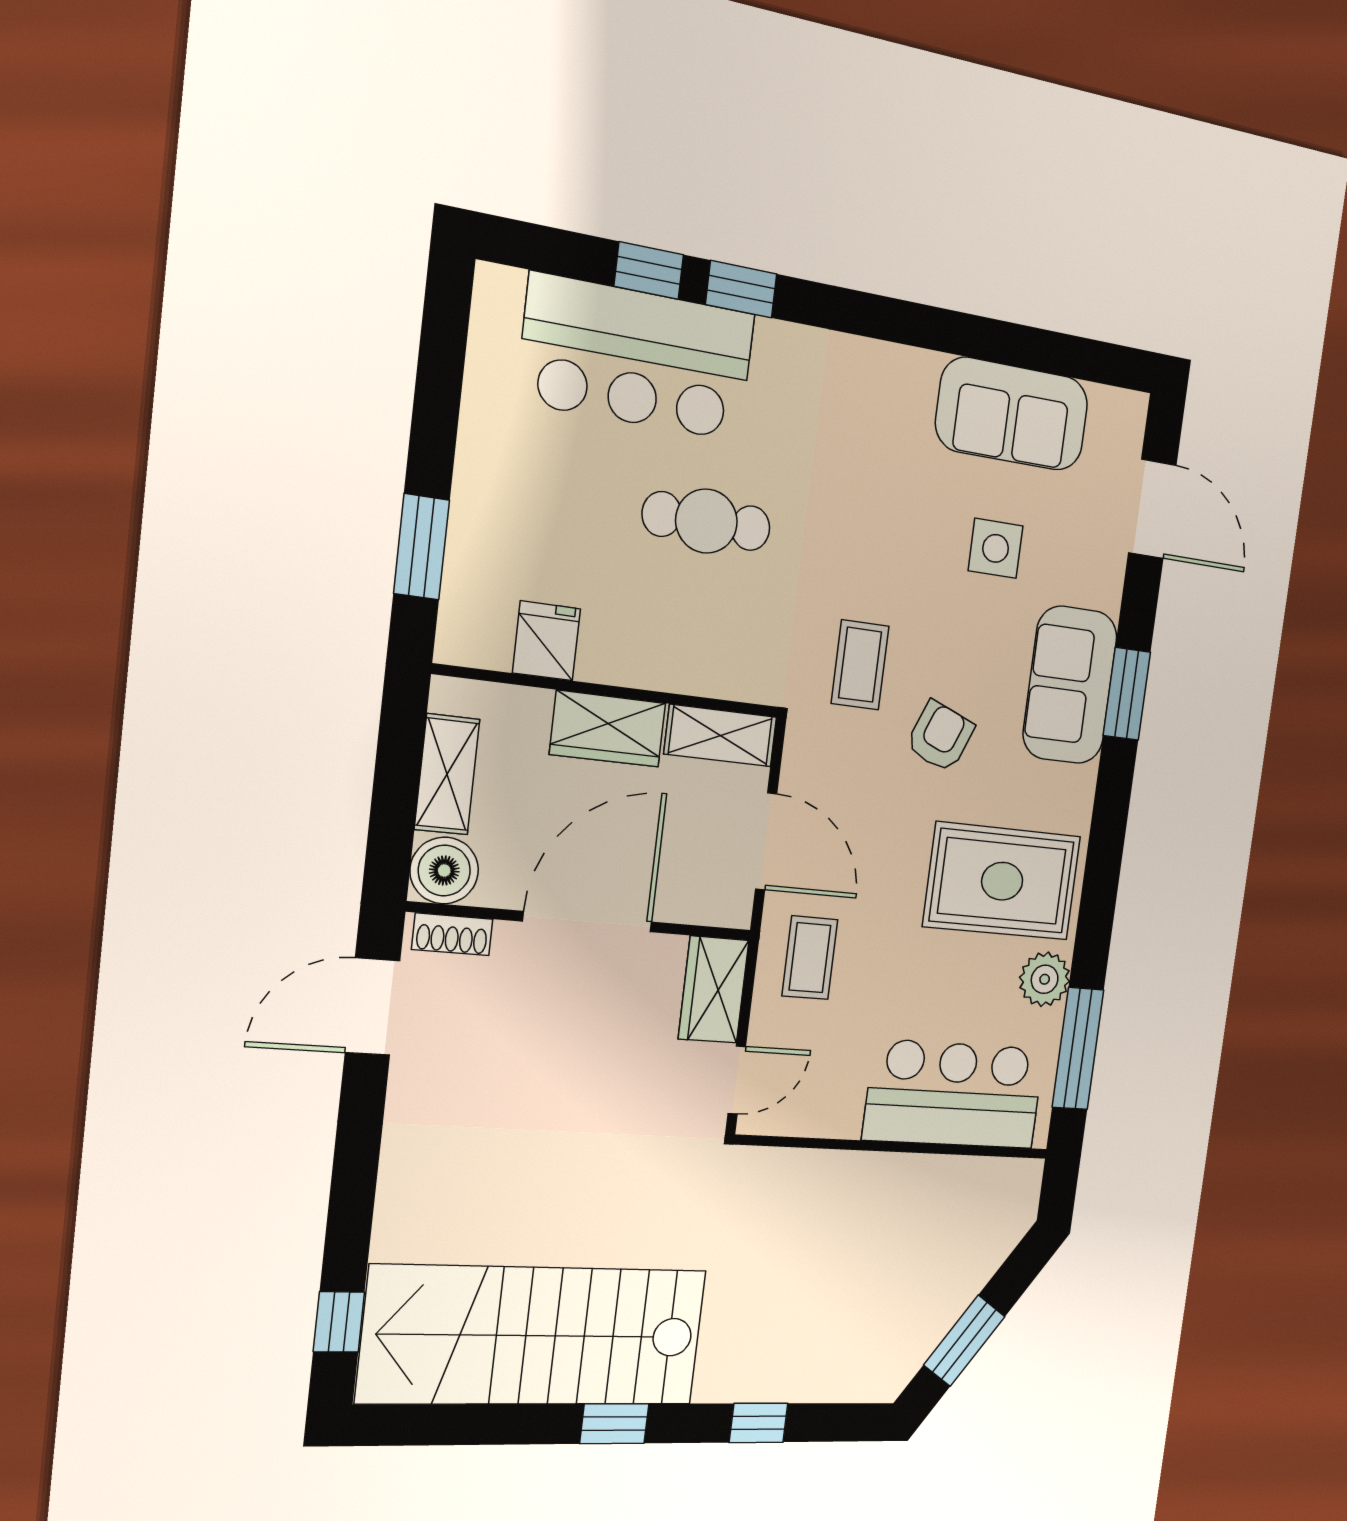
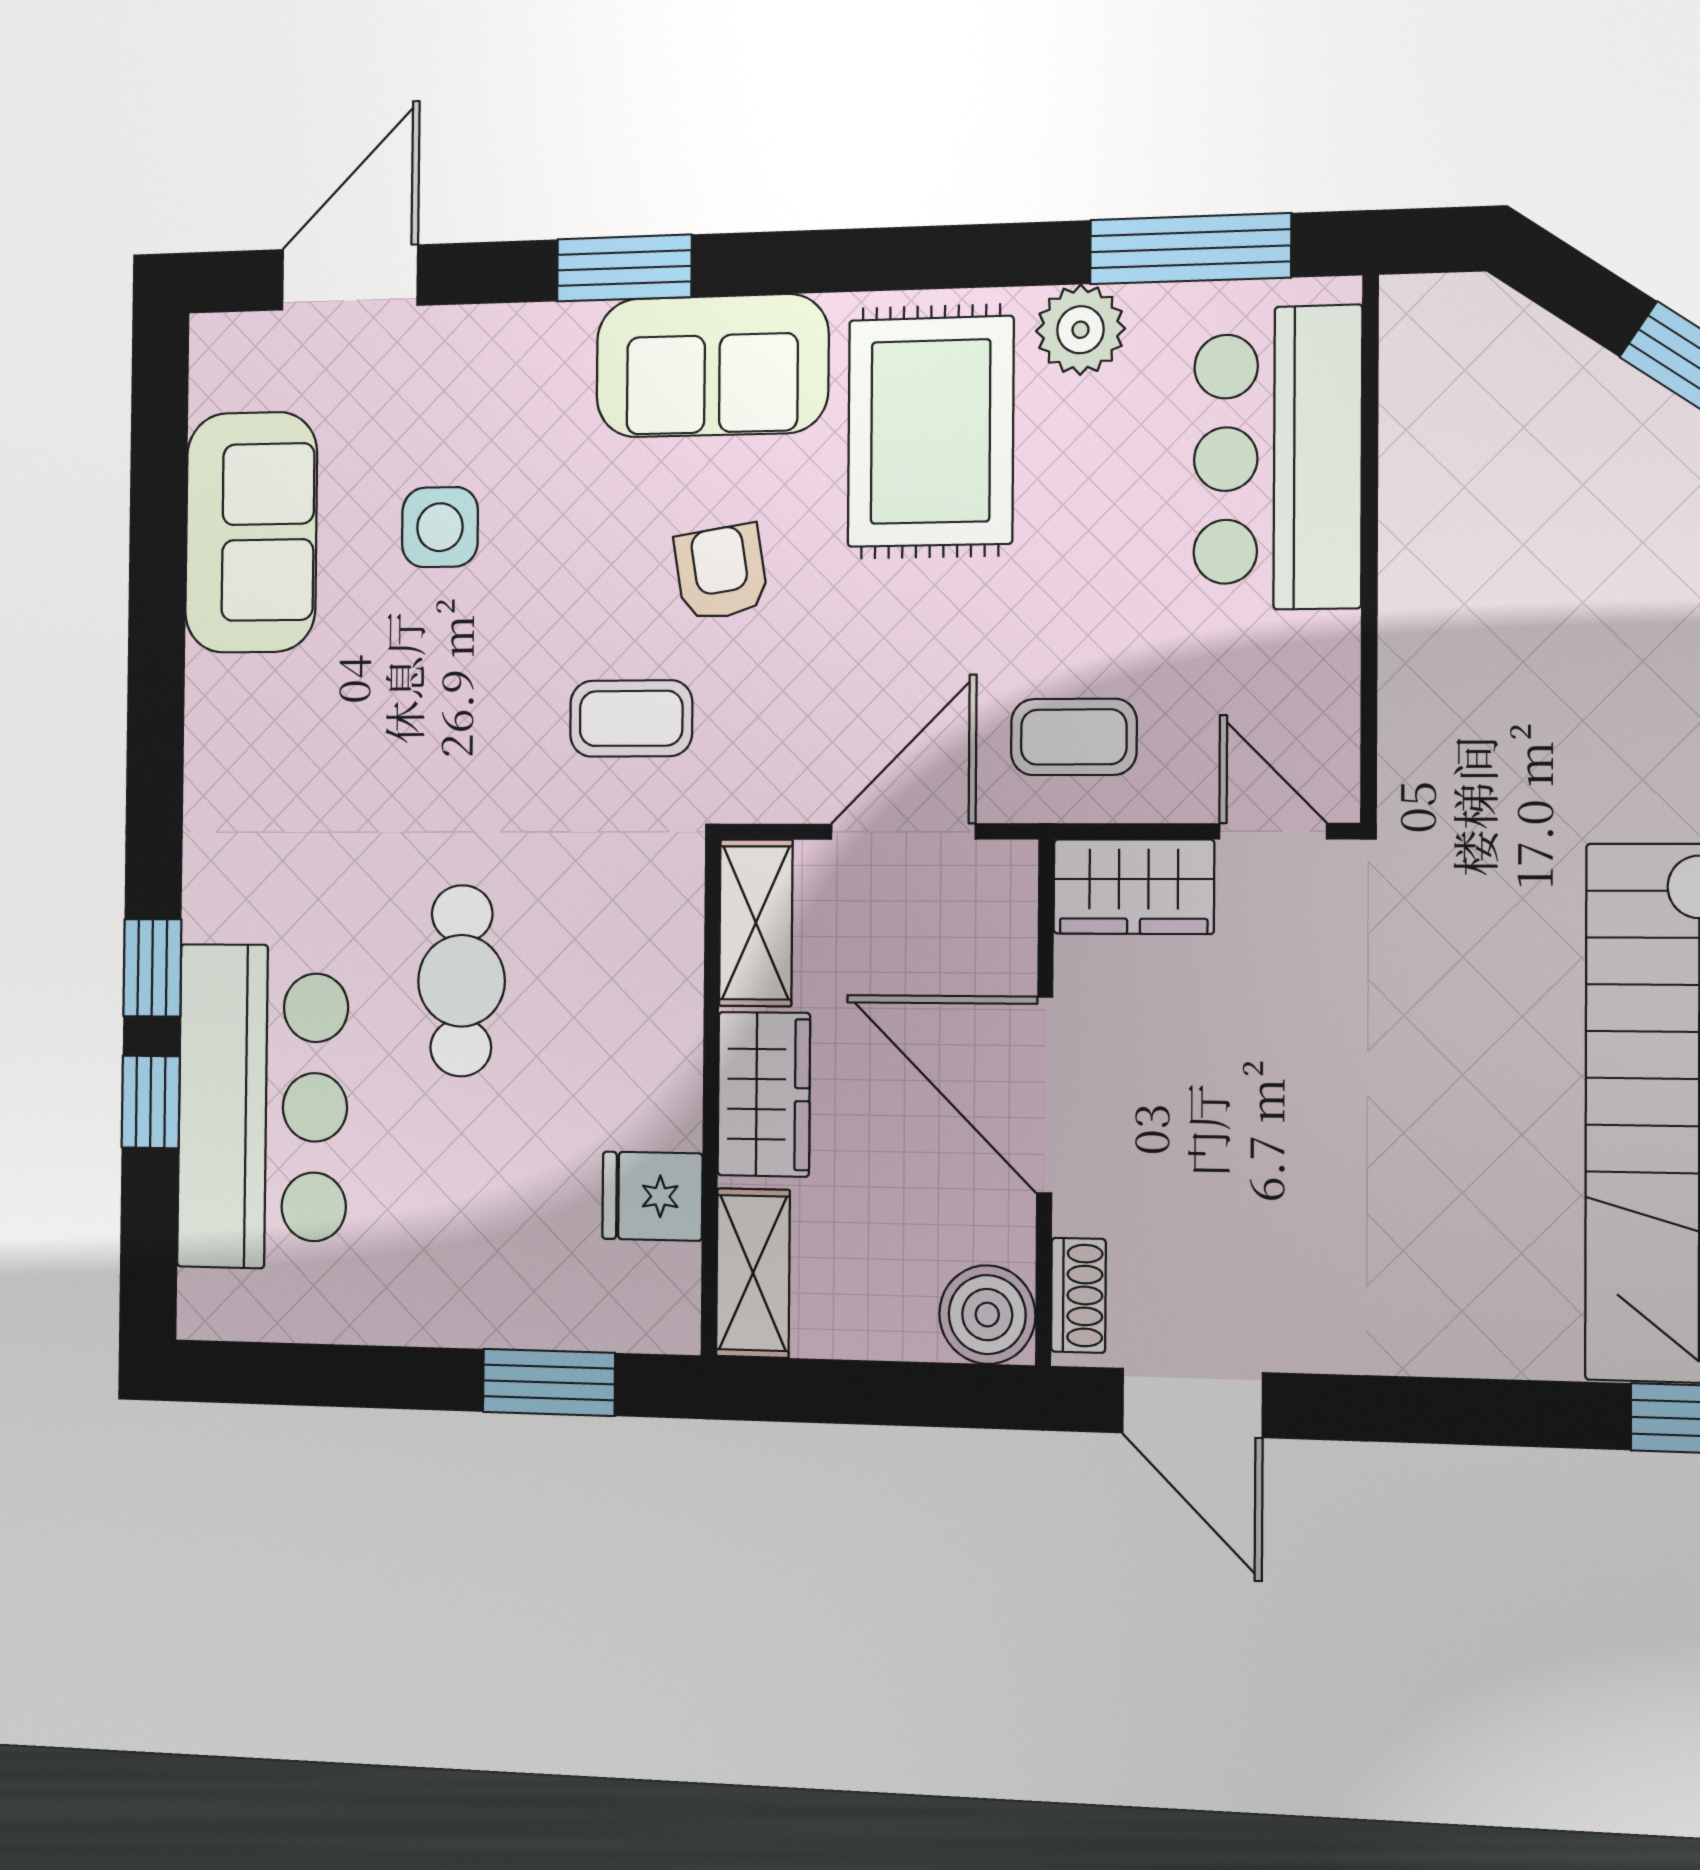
sofa: (1070, 685) -> (712, 366), moved
armchair: (940, 736) -> (721, 573), turned 59
shelving: (447, 774) -> (753, 1273), moved, turned 90

